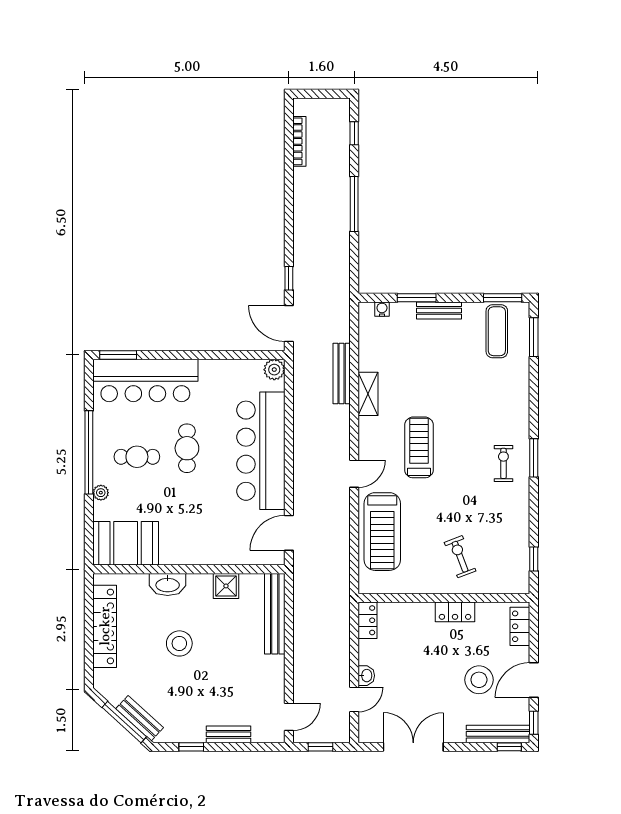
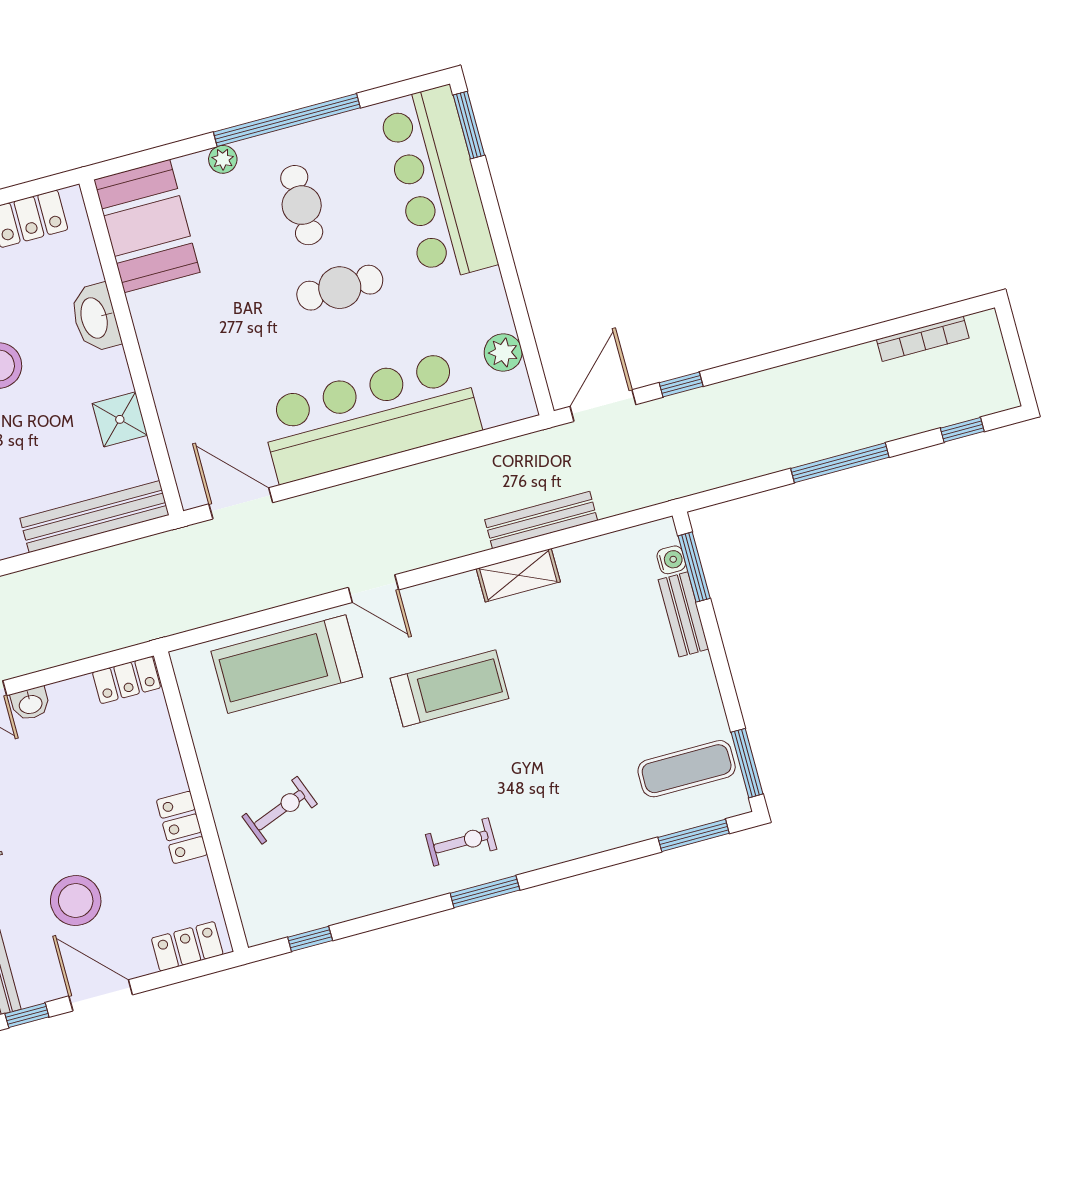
window: (417, 298) -> (694, 567), moved
bench: (439, 310) -> (683, 614), moved
plant: (274, 370) -> (503, 353), moved

